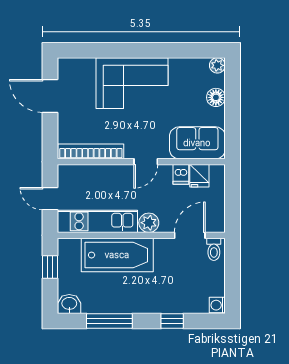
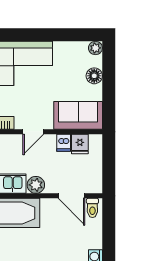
door: (190, 235) -> (72, 196), swing flipped

